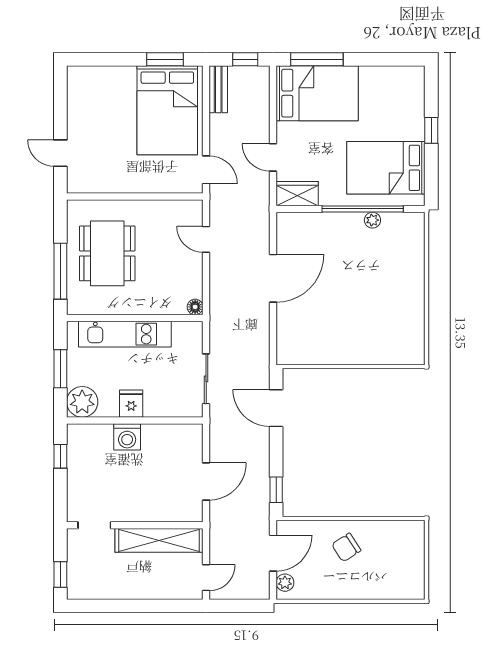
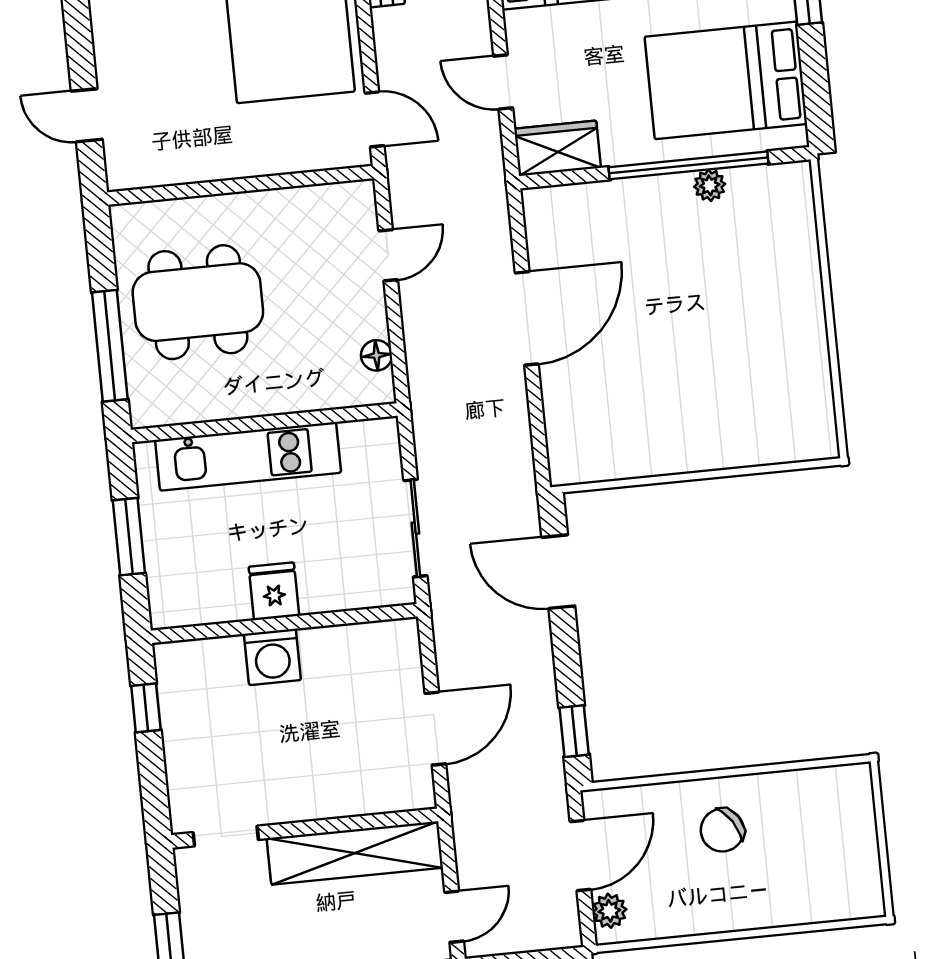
door: (206, 239) -> (388, 255), swing flipped
dining table: (107, 253) -> (198, 302), turned 90
floor lamp: (195, 307) -> (376, 355), moved
plant: (82, 402) -> (178, 597), removed

